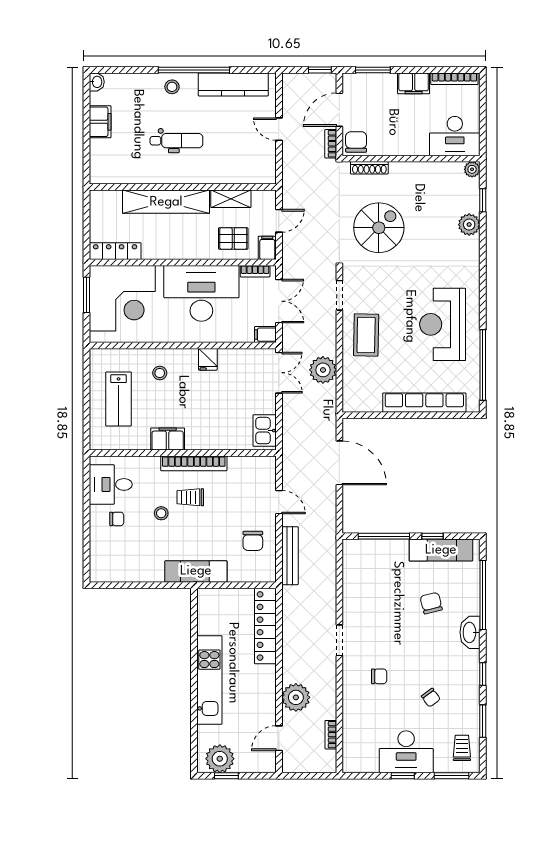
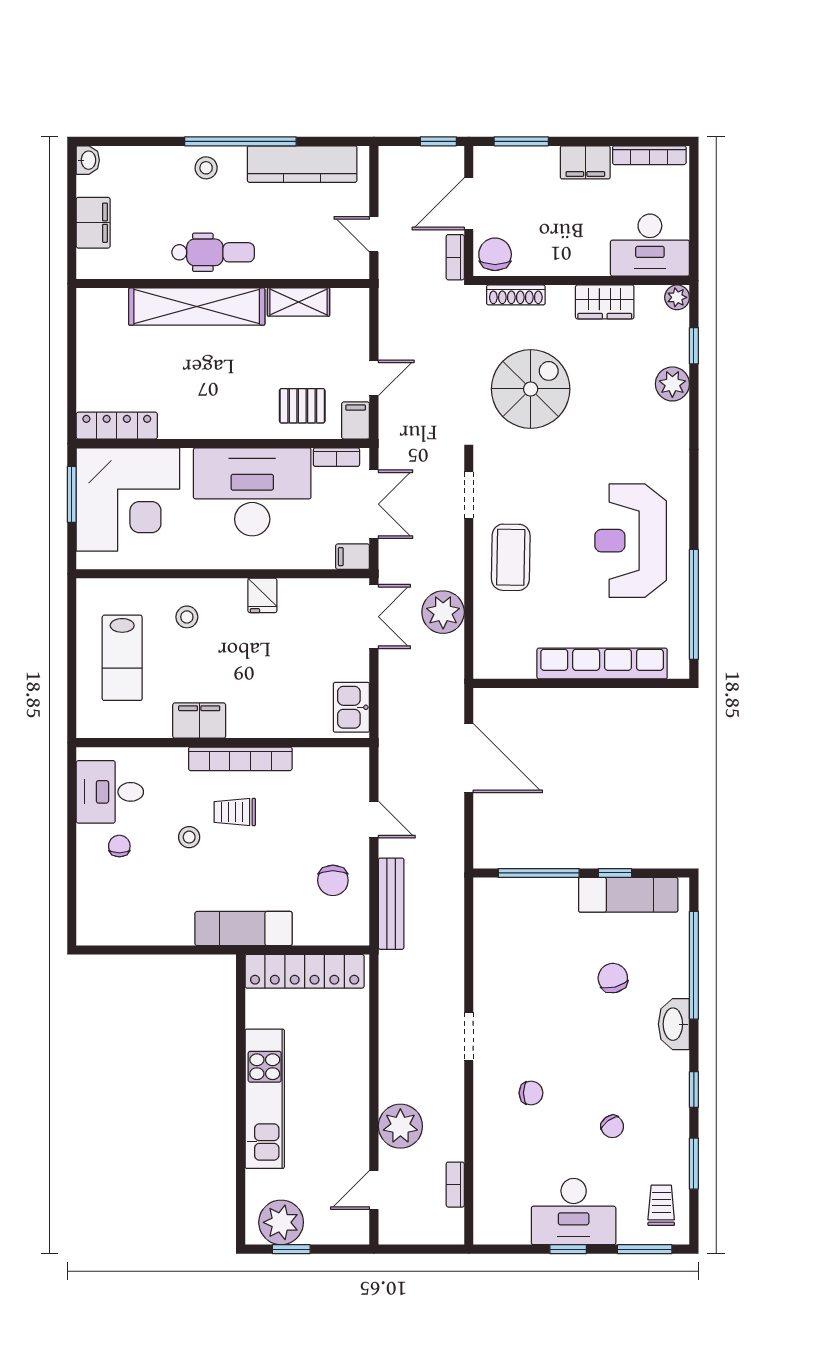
wardrobe: (426, 172) -> (605, 302), added
wall: (183, 187) -> (223, 283), moved
shelving: (231, 199) -> (299, 302), moved
shelving: (166, 202) -> (197, 307), moved
chair: (117, 519) -> (119, 846), turned -90
locker: (265, 626) -> (305, 971), moved, turned -90

